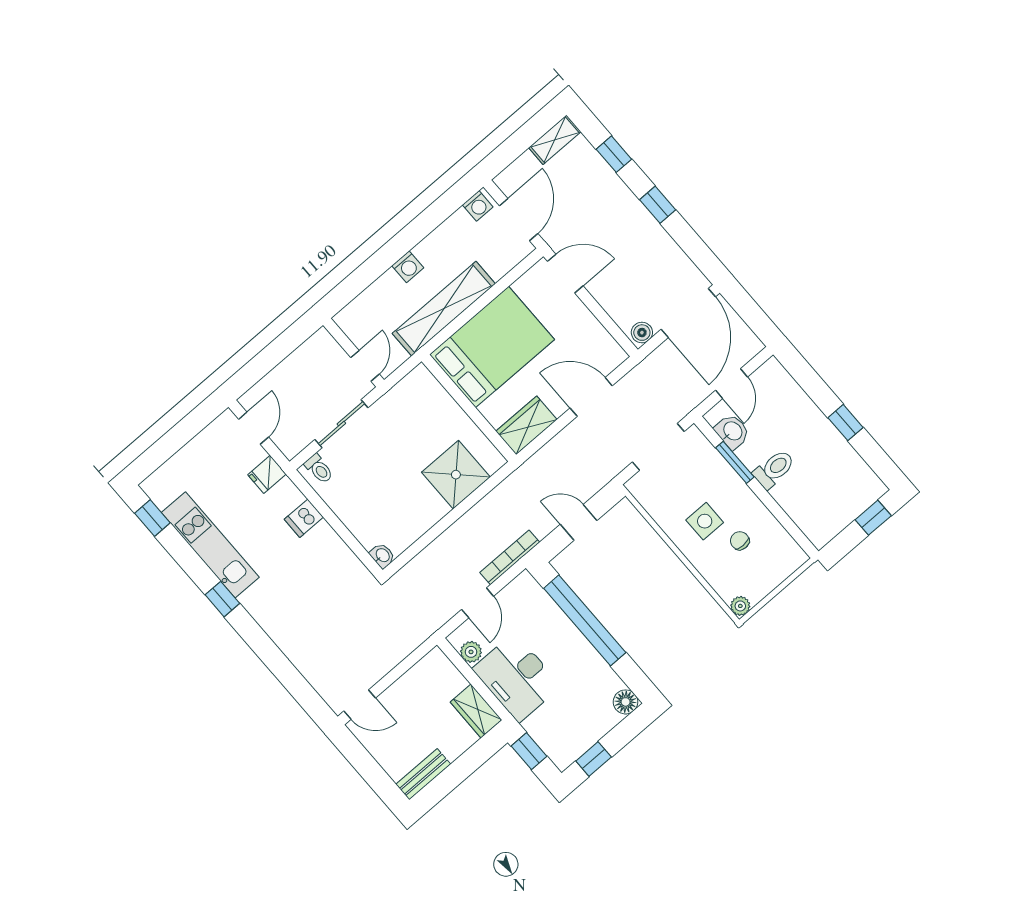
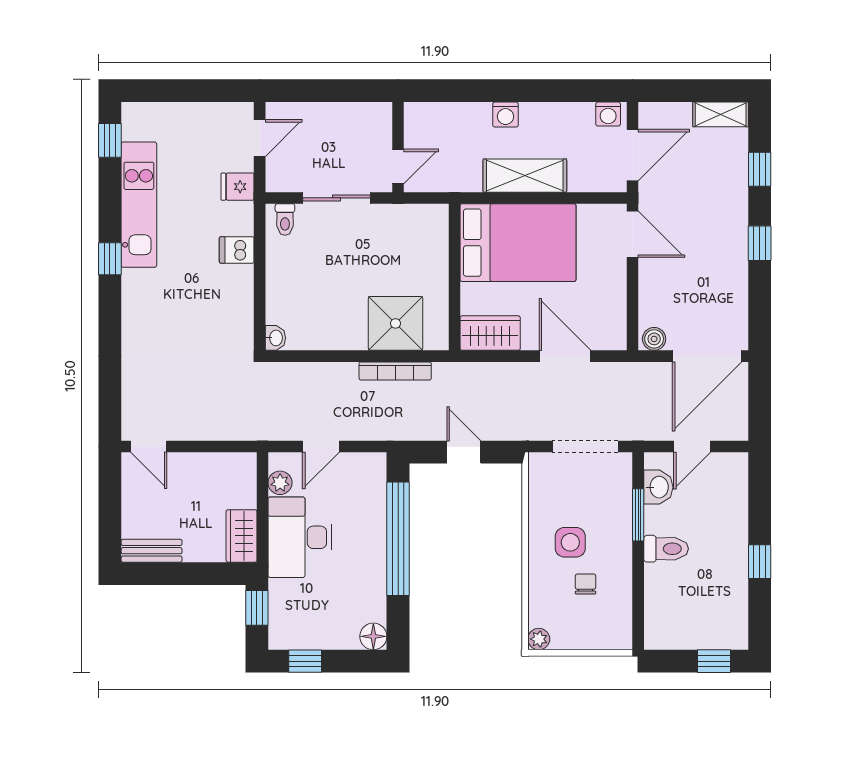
shelving: (444, 309) -> (525, 176), width x0.68
bookcase: (510, 557) -> (395, 371), moved, turned 180

